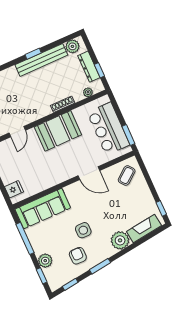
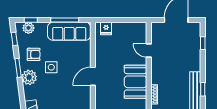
door: (89, 173) -> (93, 76), moved
sofa: (43, 208) -> (69, 31), moved, turned -90
plant: (120, 240) -> (29, 77), moved
plant: (45, 261) -> (28, 28), moved

